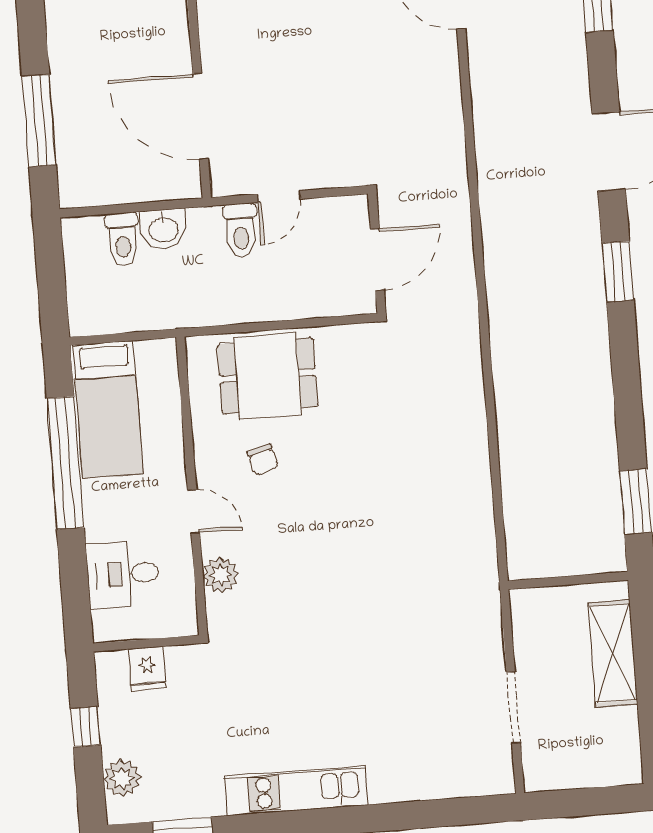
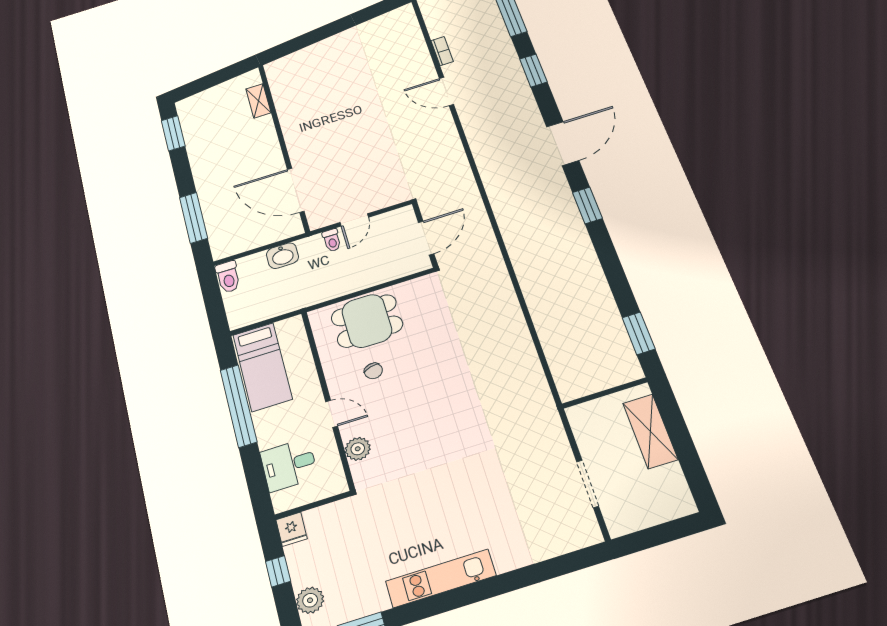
toilet: (241, 230) -> (332, 240), width x0.73, depth x0.72
toilet: (123, 239) -> (228, 277), moved
fridge: (147, 668) -> (292, 529), moved

